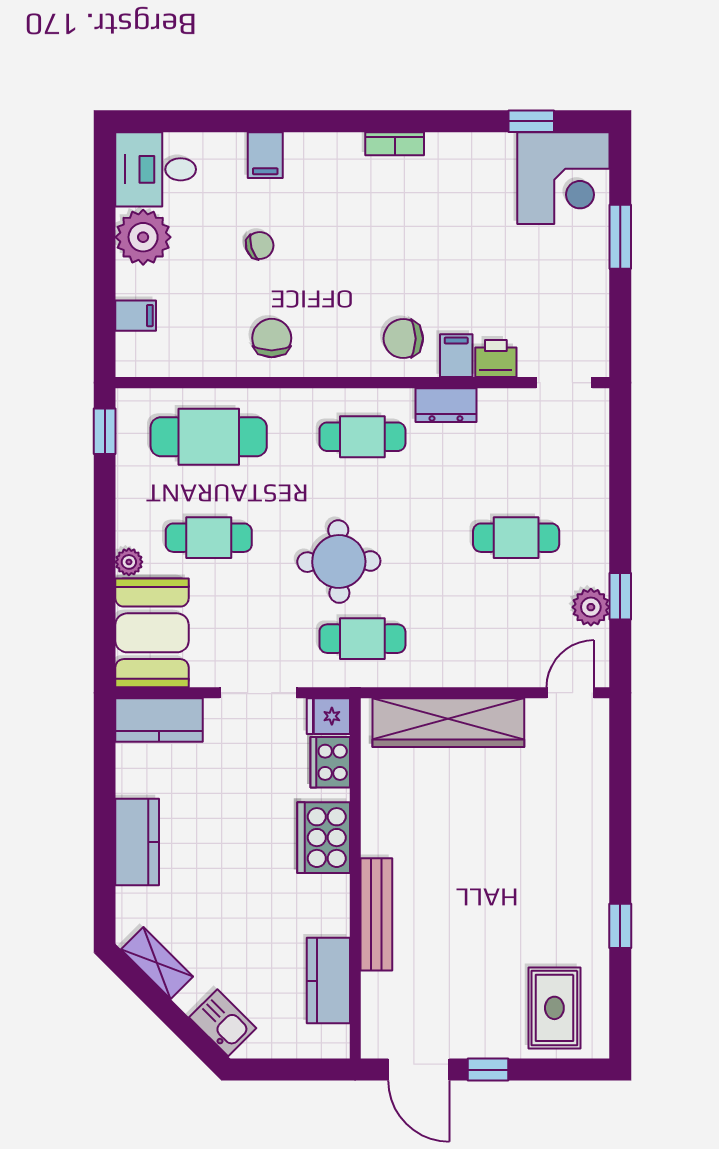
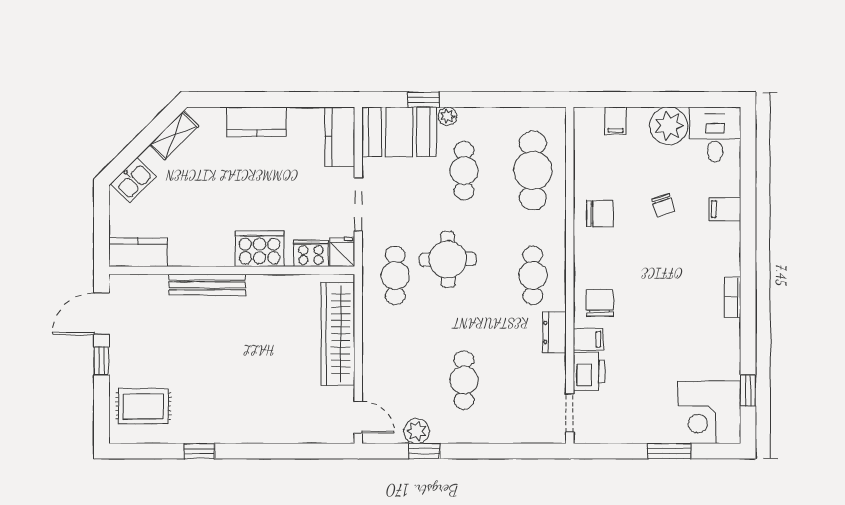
printer: (496, 359) -> (589, 371), width x1.36, depth x1.24
window: (105, 431) -> (424, 100), moved
kitchen counter: (328, 981) -> (138, 252), moved

